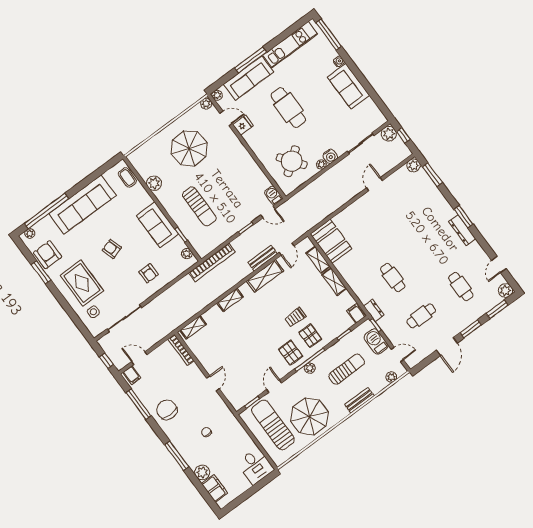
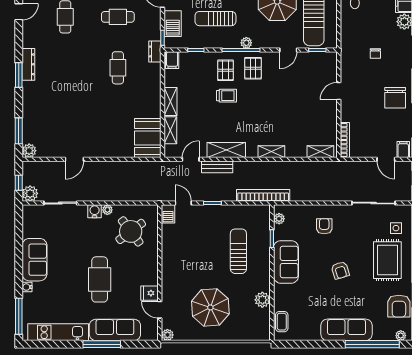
plant: (217, 95) -> (153, 335), removed
sofa: (82, 205) -> (346, 330), width x0.74, depth x0.79

